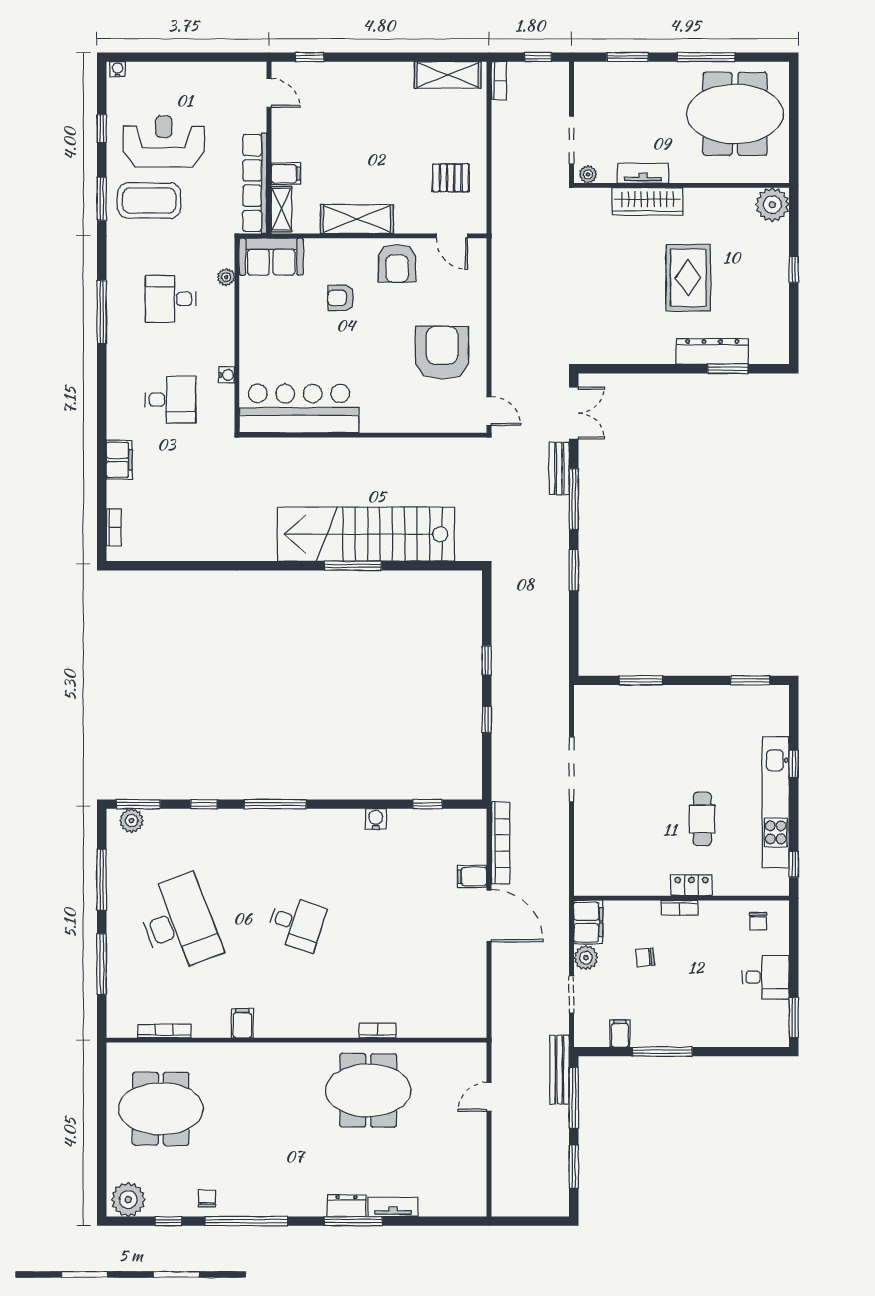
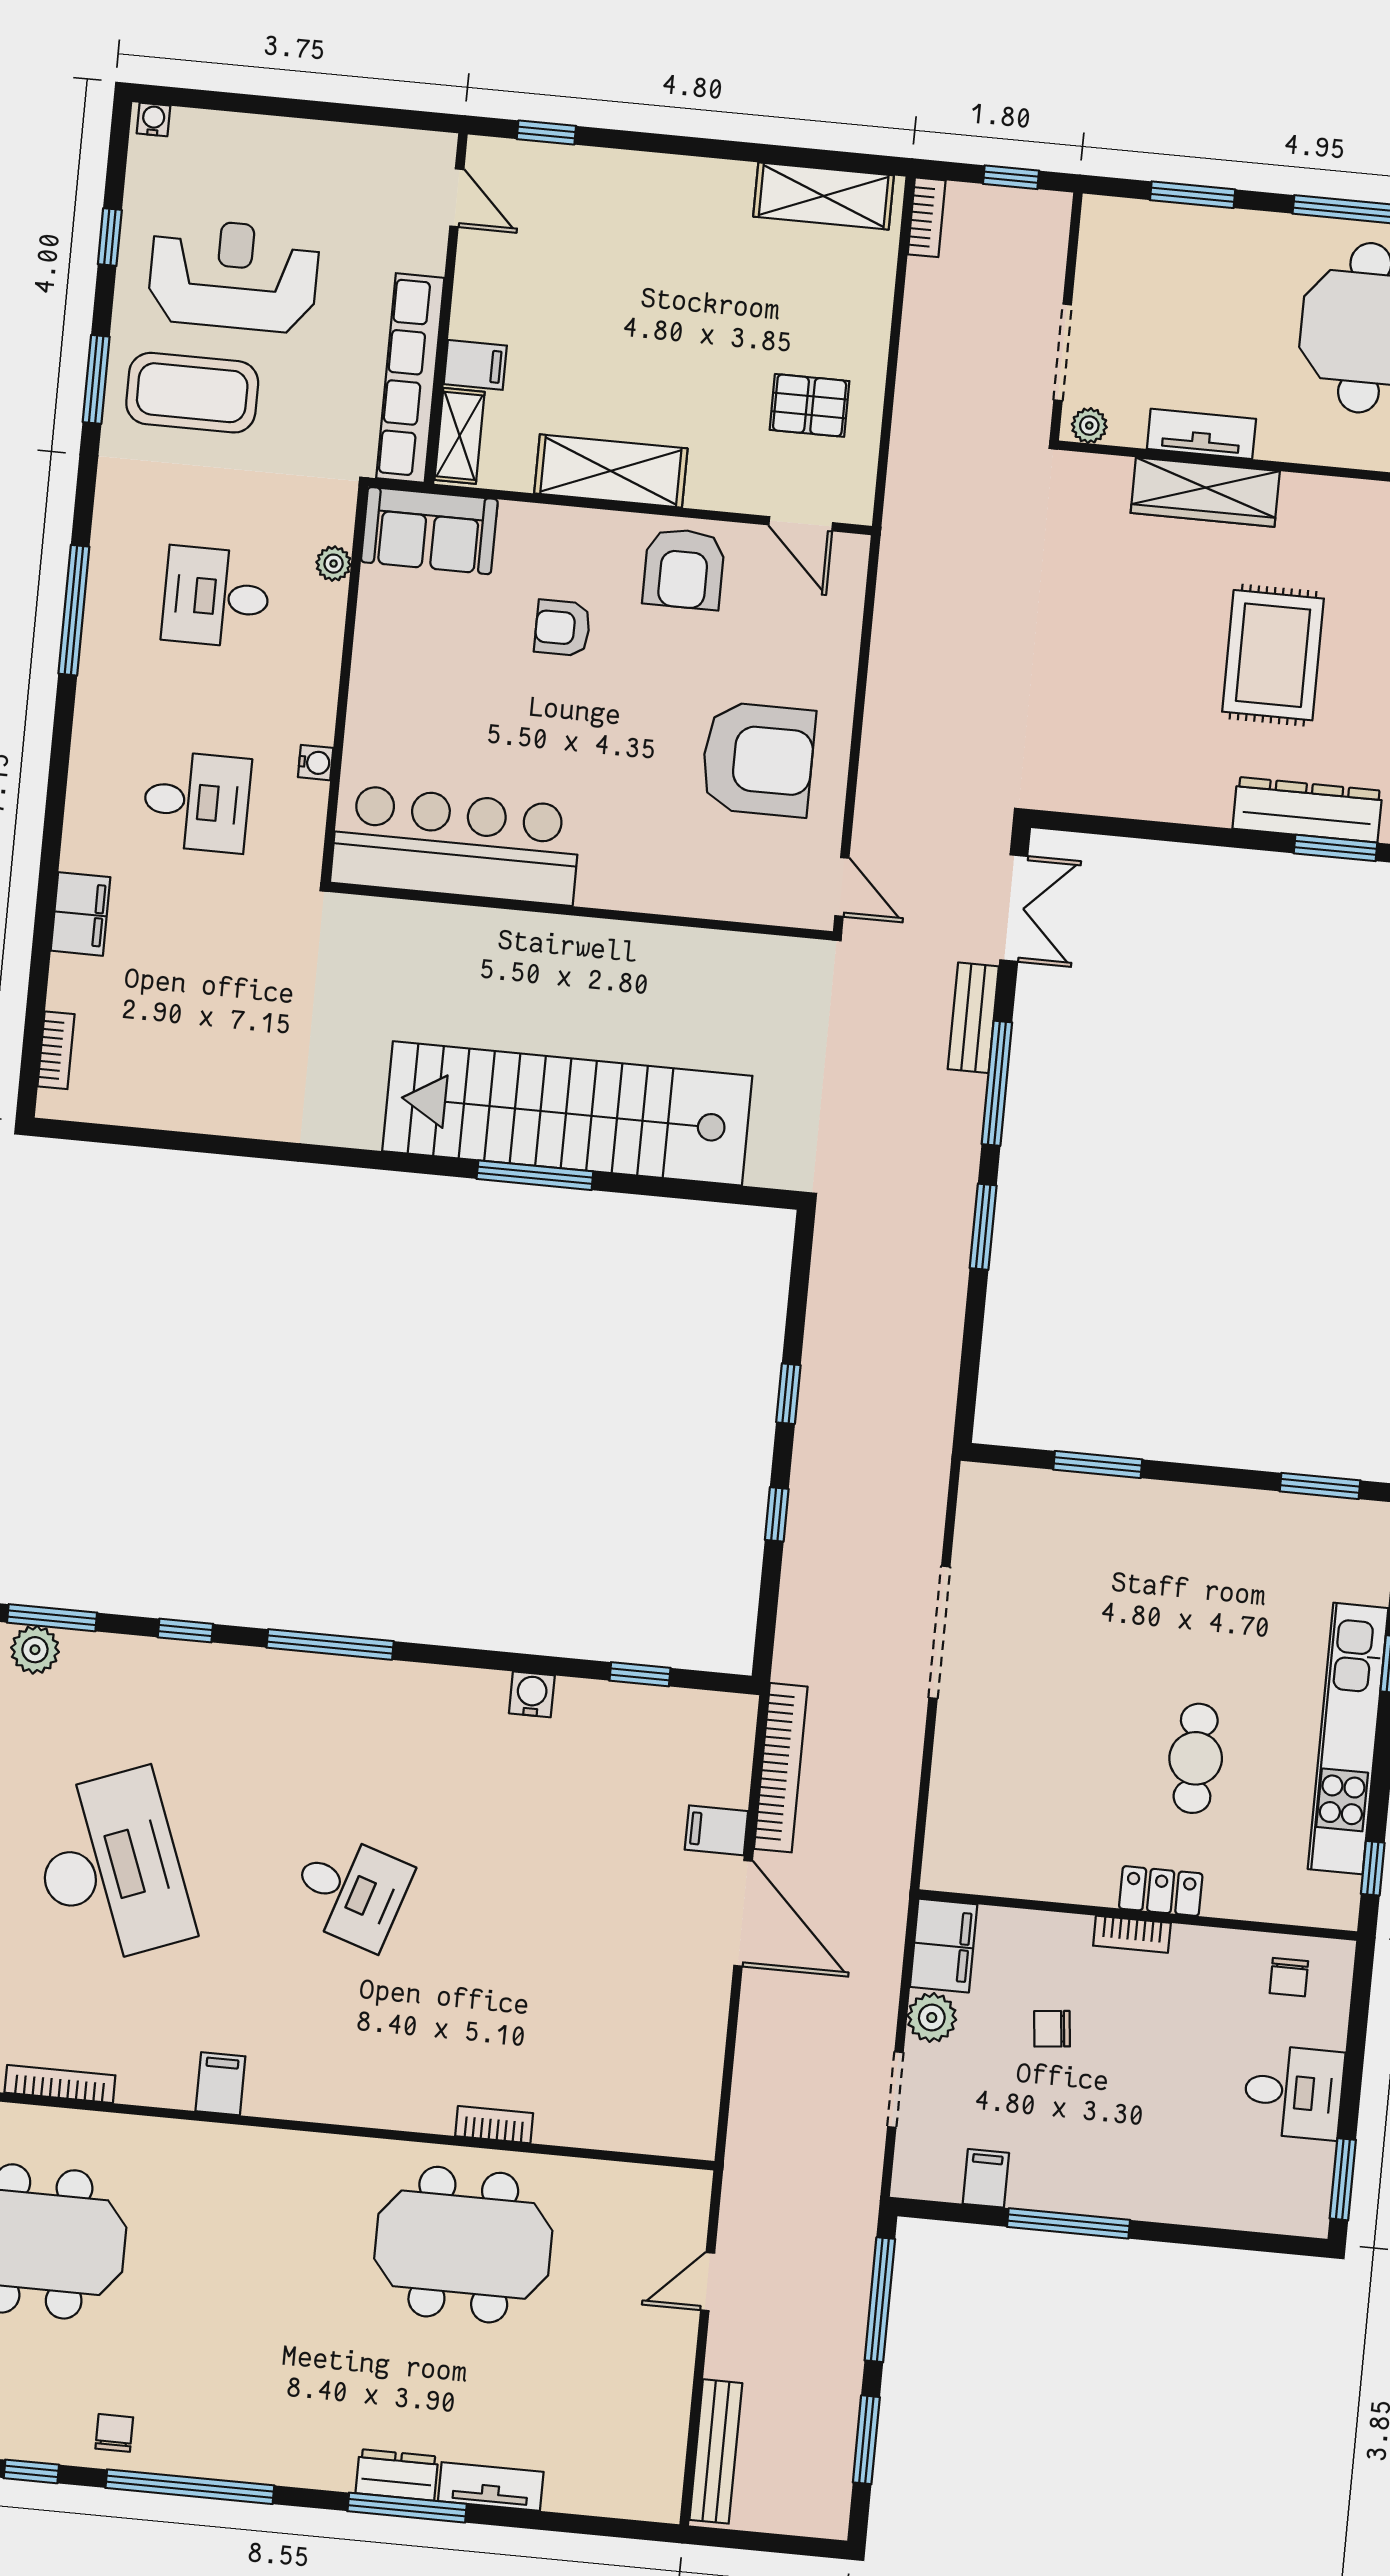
armchair: (442, 353) -> (758, 759), turned 90
bench: (560, 1070) -> (716, 2451), moved

